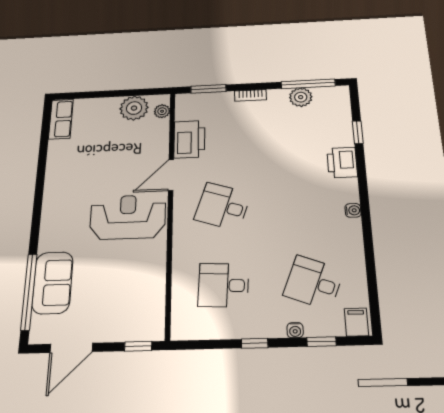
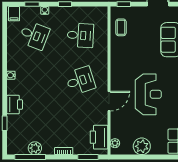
plant: (134, 108) -> (142, 146), moved
printer: (189, 139) -> (99, 137), moved
desk: (223, 206) -> (80, 81), turned -36
reception desk: (128, 217) -> (148, 94), moved, turned -90
coffee table: (145, 302) -> (121, 27), added

